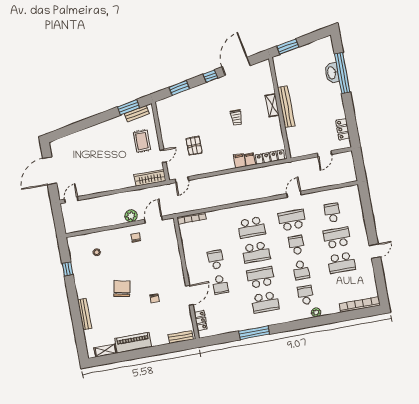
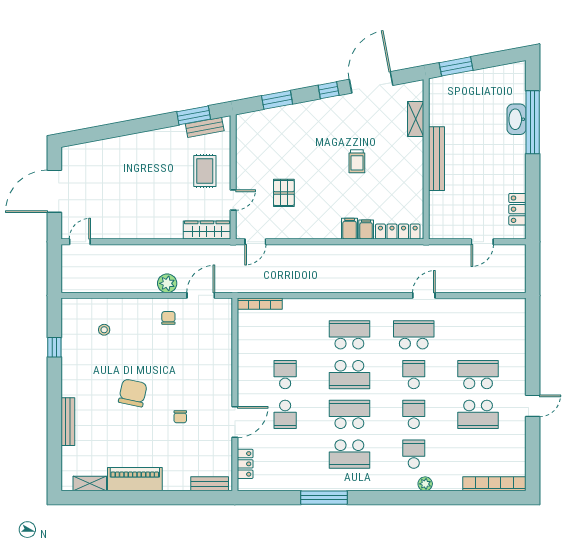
shelving: (272, 105) -> (416, 119), moved
school desk: (332, 213) -> (478, 335), removed
school desk: (251, 227) -> (349, 335), turned 180
school desk: (301, 270) -> (414, 414), turned 180

